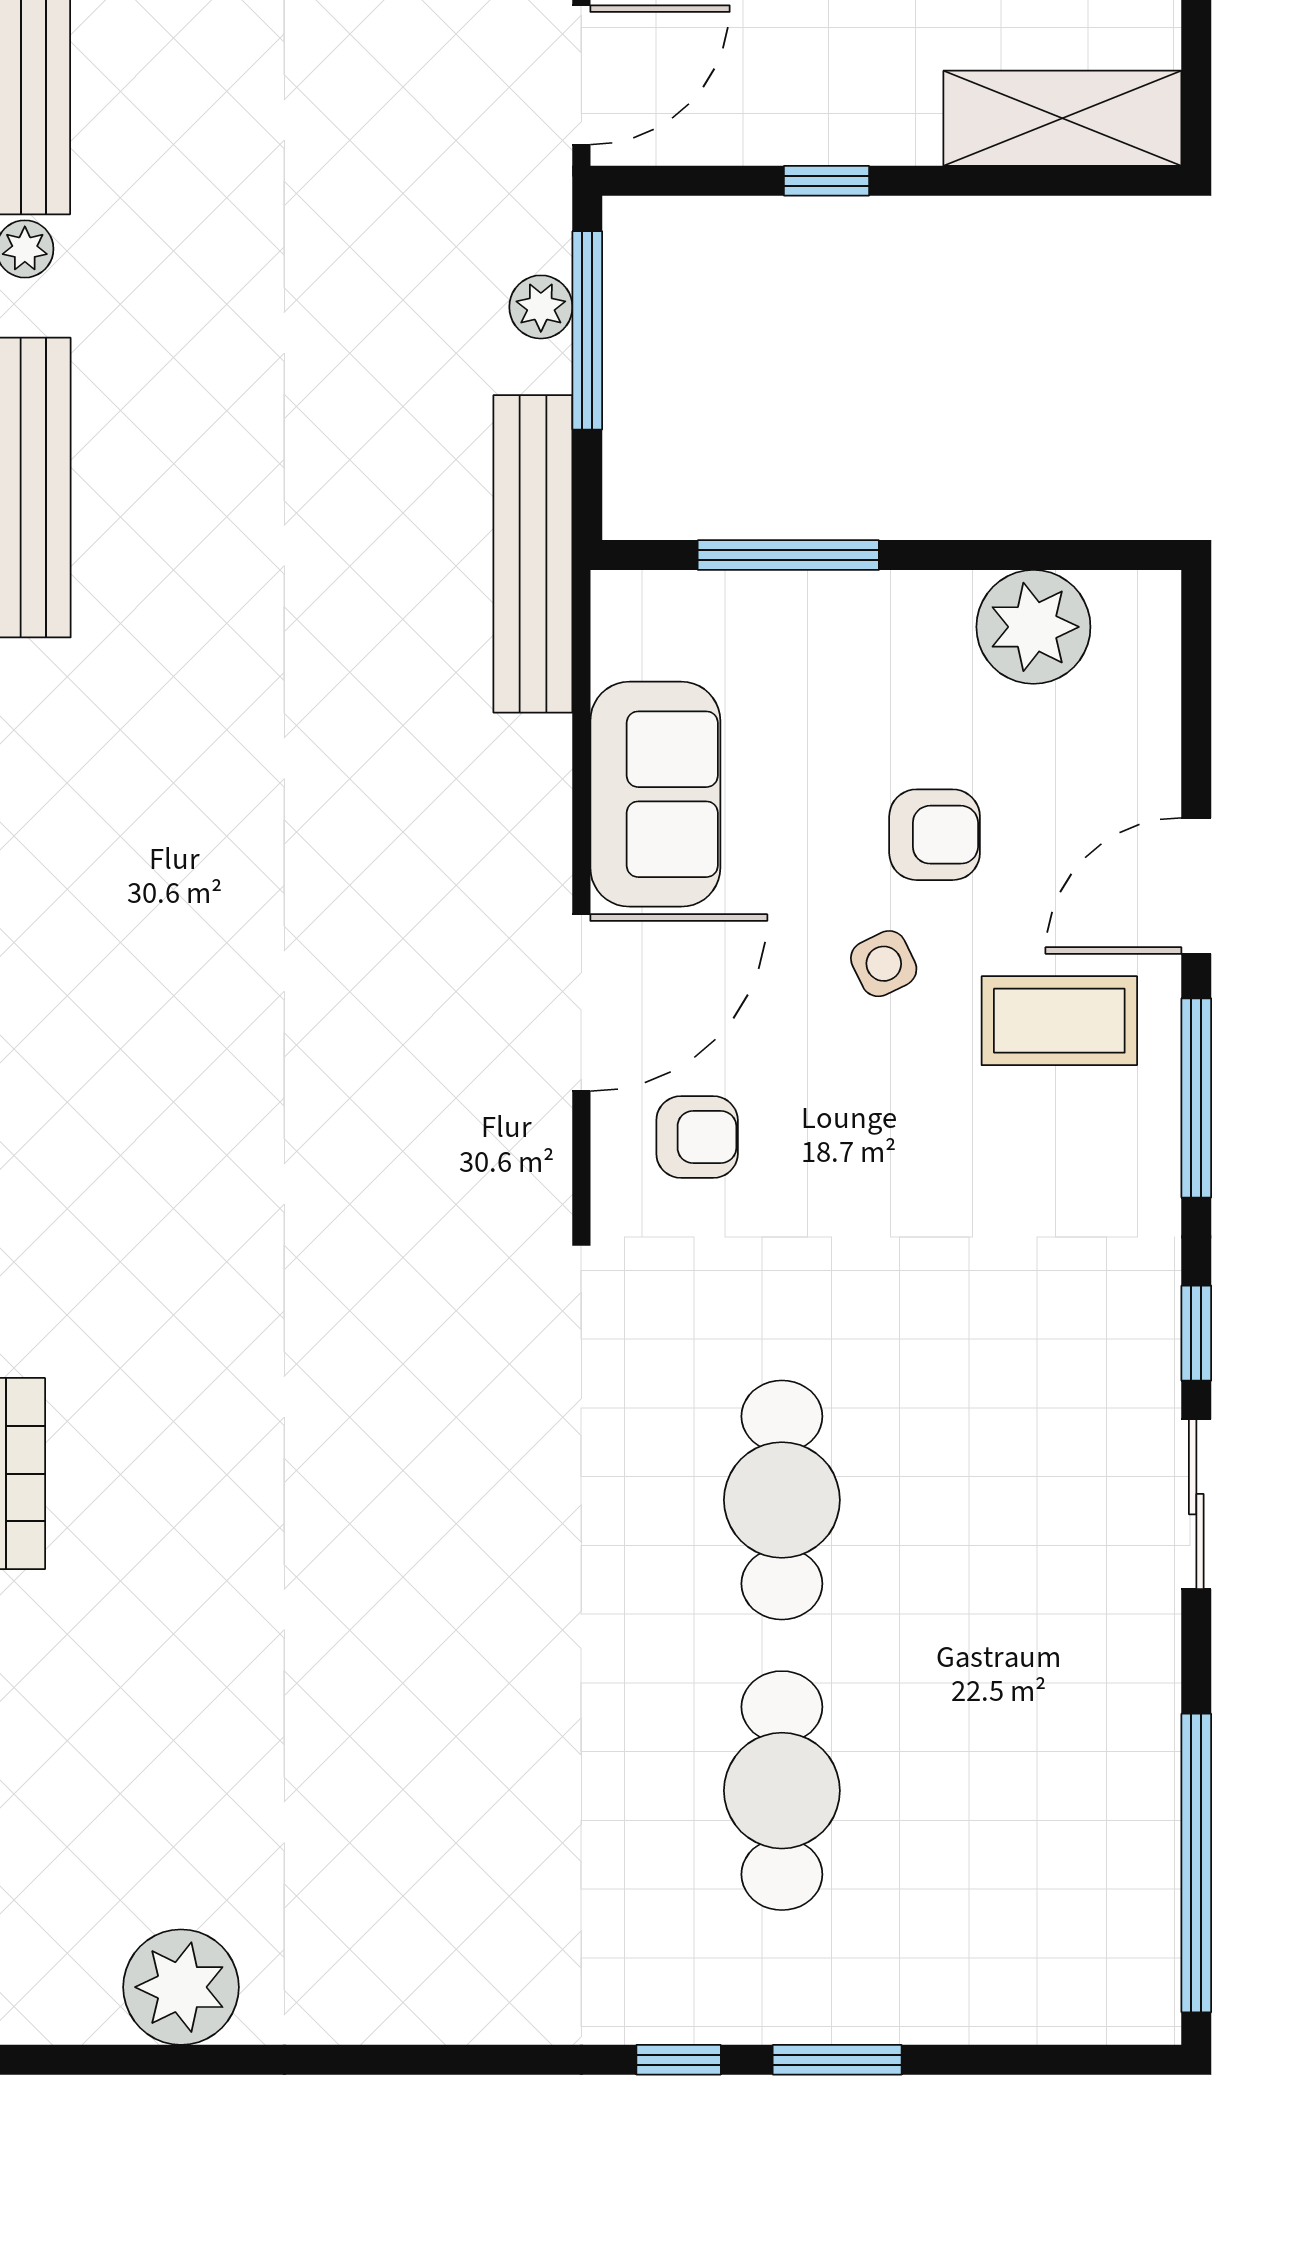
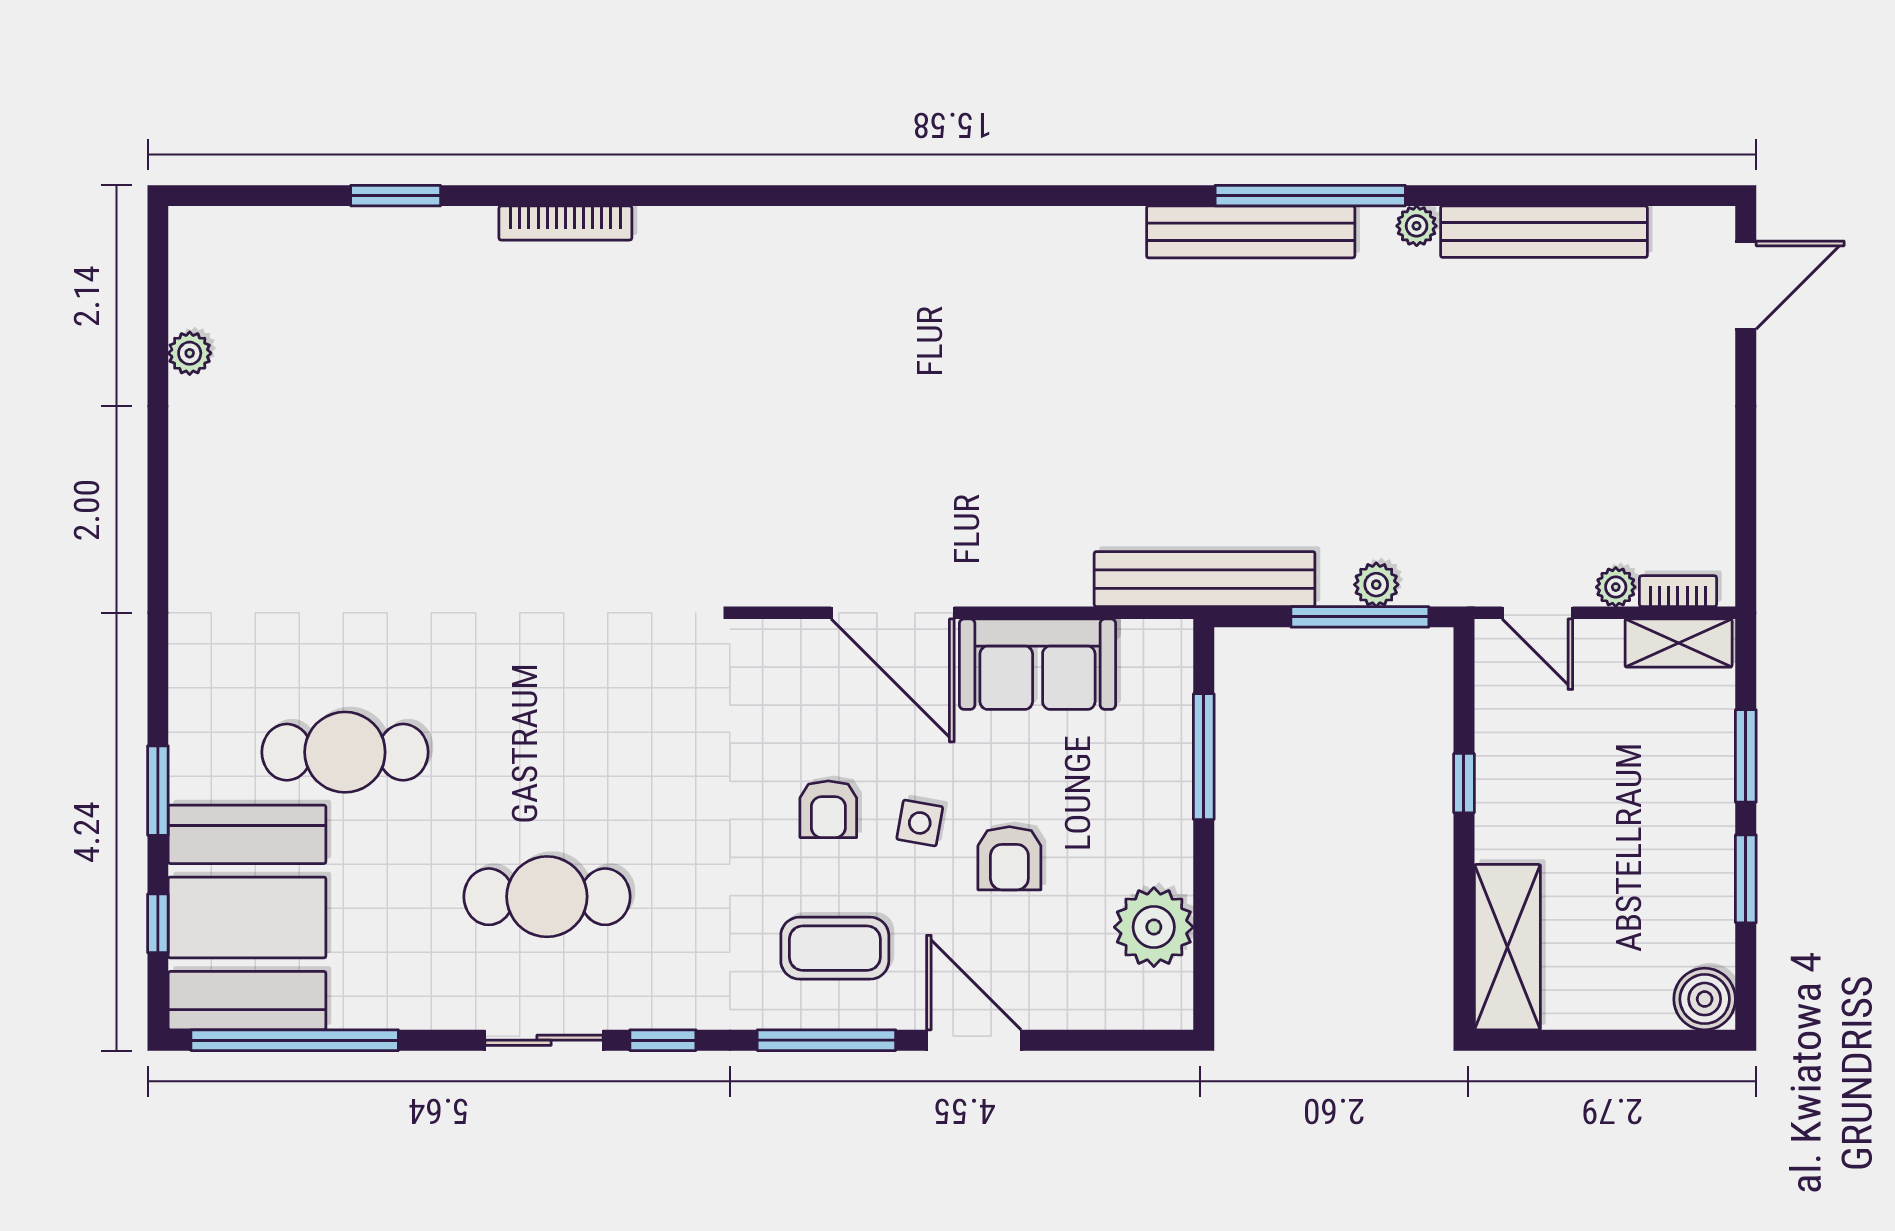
door: (581, 75) -> (1537, 613), width x0.73
side table: (884, 964) -> (920, 823), turned 36
coffee table: (1059, 1021) -> (835, 948), moved, turned 90
armchair: (697, 1137) -> (828, 809), moved
cafe table: (782, 1500) -> (547, 897), moved
booth: (1020, 1931) -> (247, 917), added
plant: (181, 1987) -> (190, 353), width x0.53, depth x0.53
window: (679, 2060) -> (158, 923), moved

